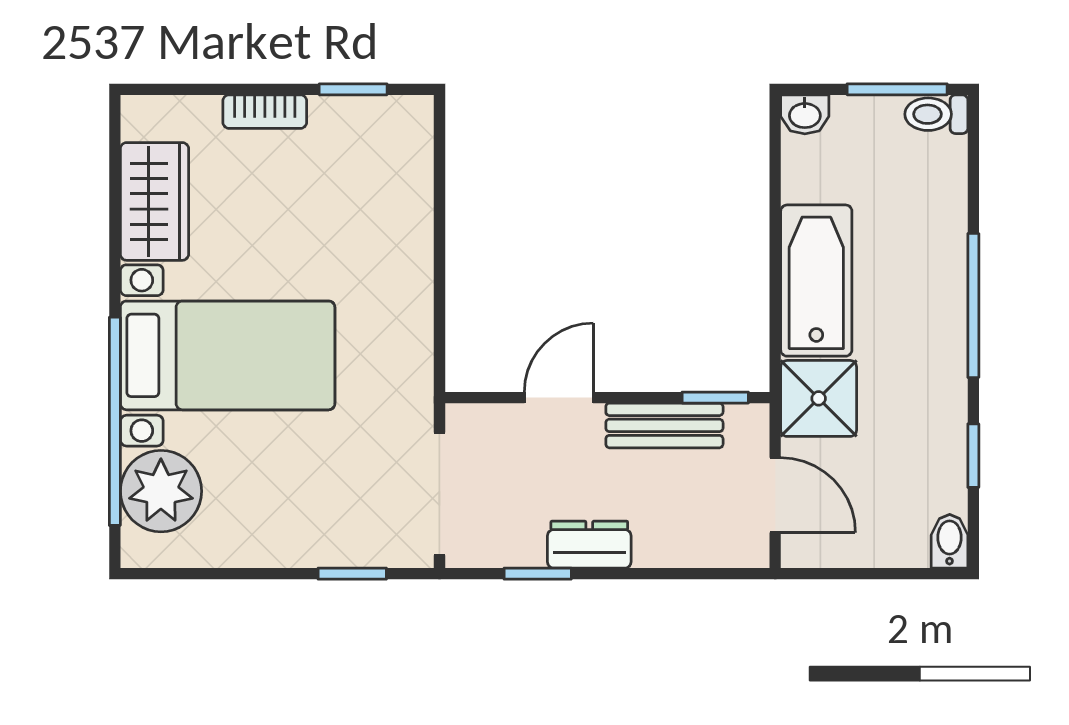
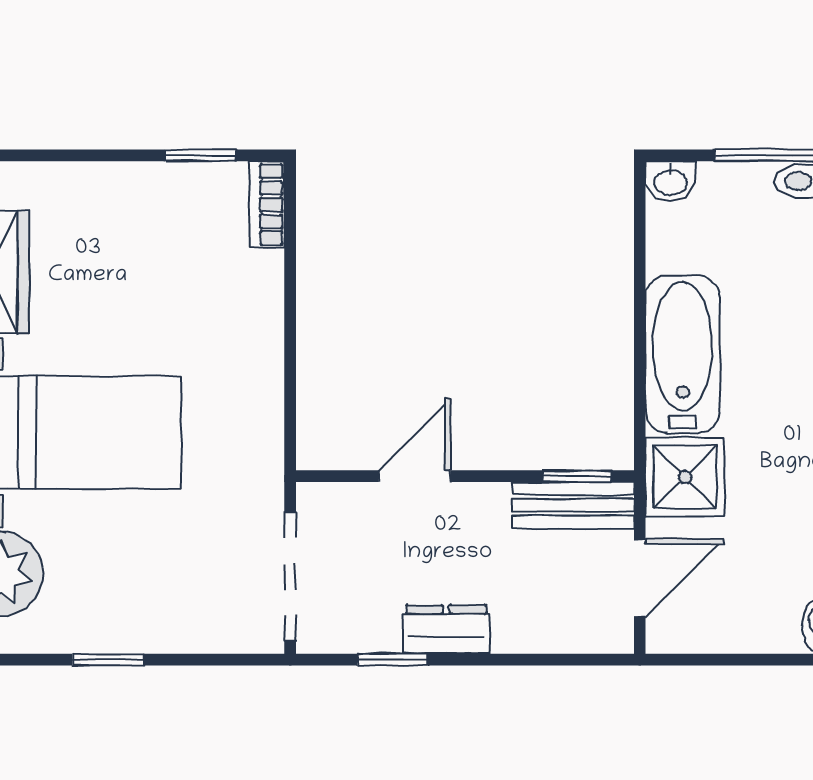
bookcase: (265, 112) -> (267, 205), moved, turned 90
bench: (664, 425) -> (573, 505), moved
door: (775, 495) -> (640, 578), hinge flipped
window: (352, 574) -> (108, 660), moved

